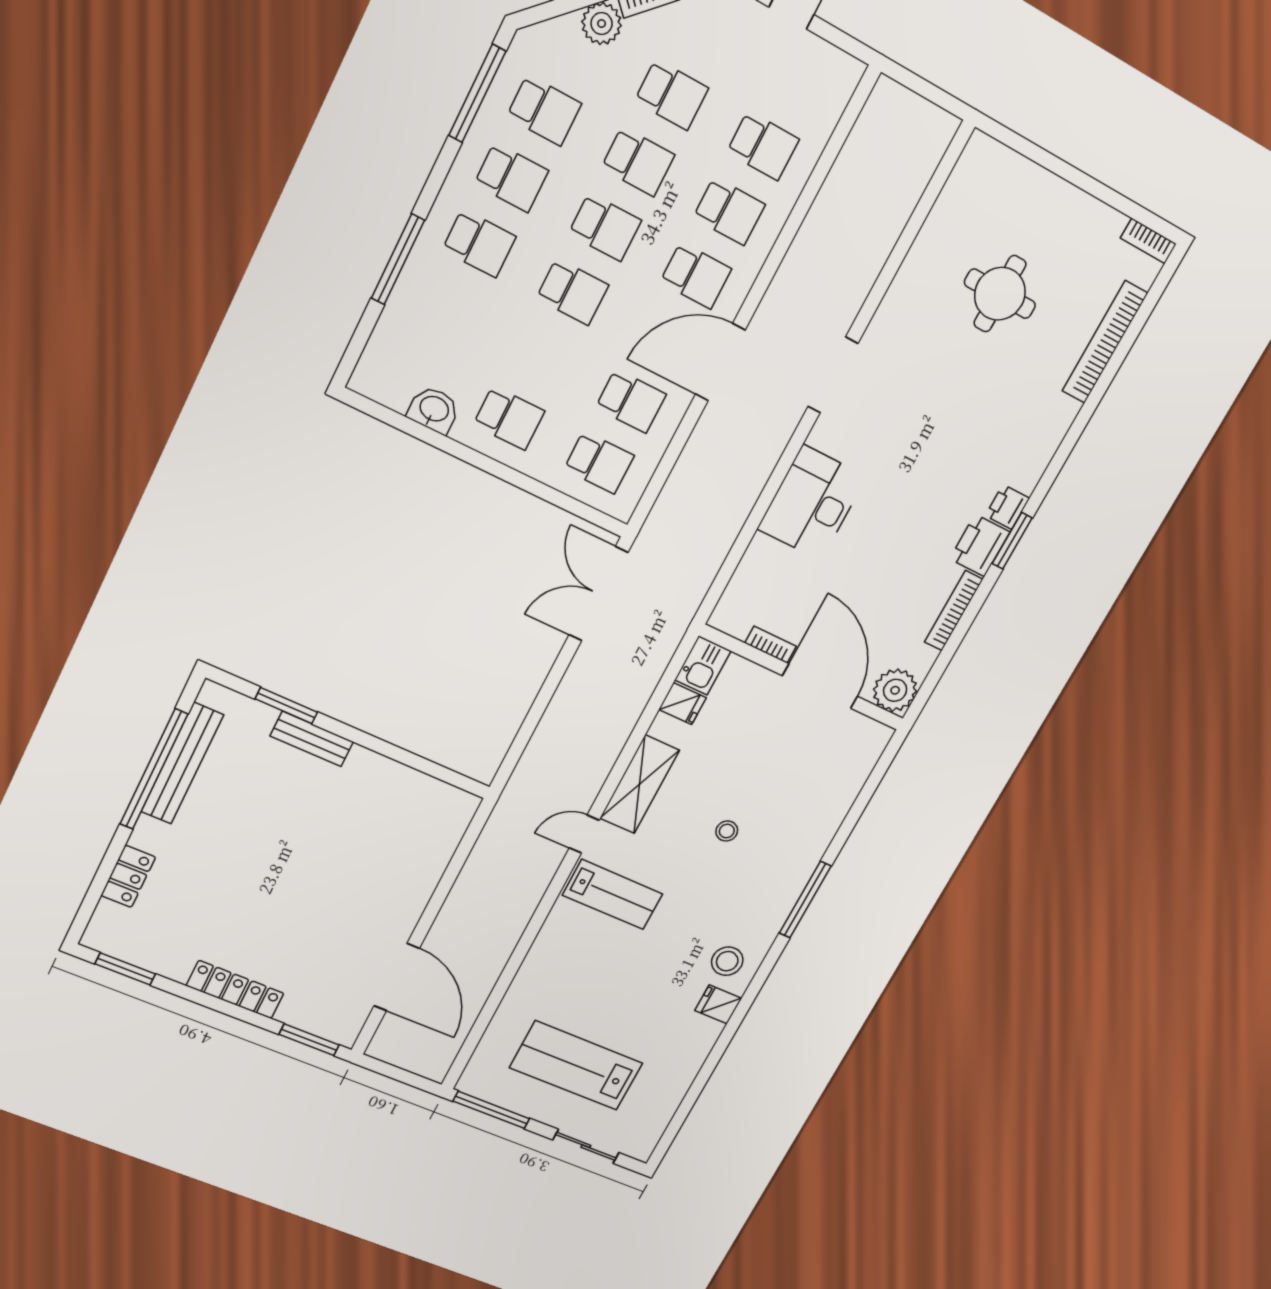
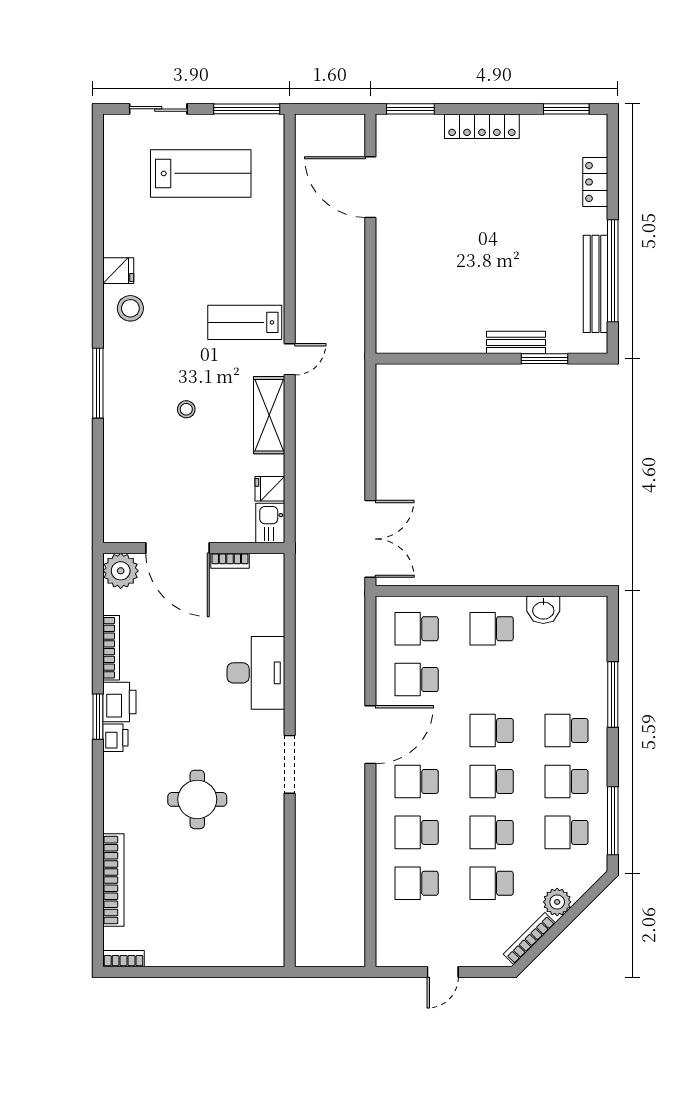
round table: (1000, 294) -> (197, 799), moved

